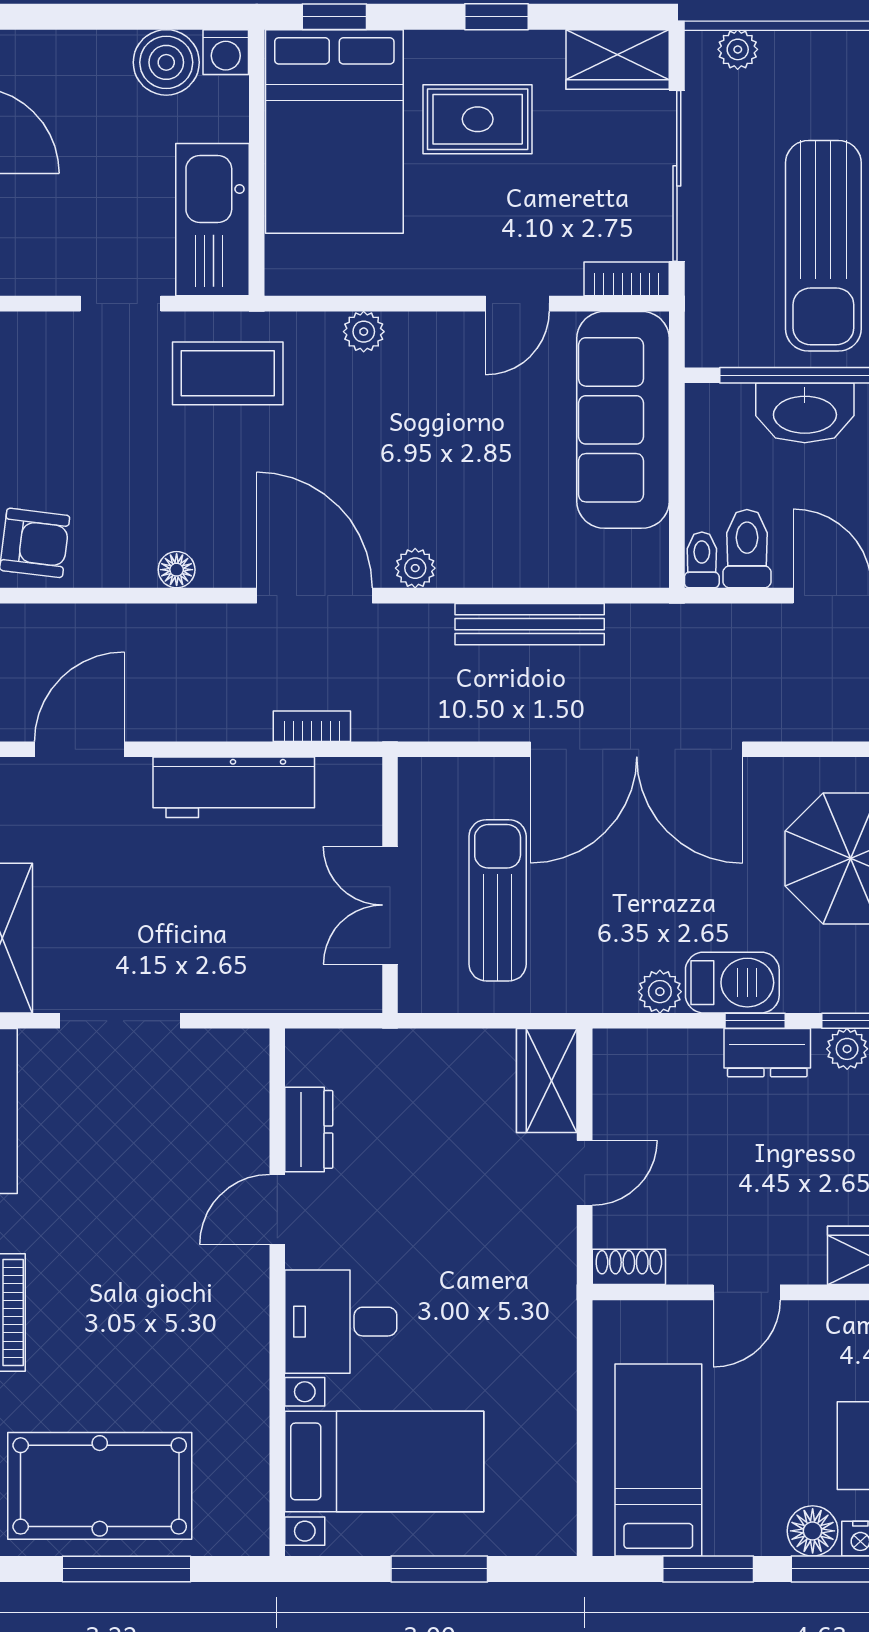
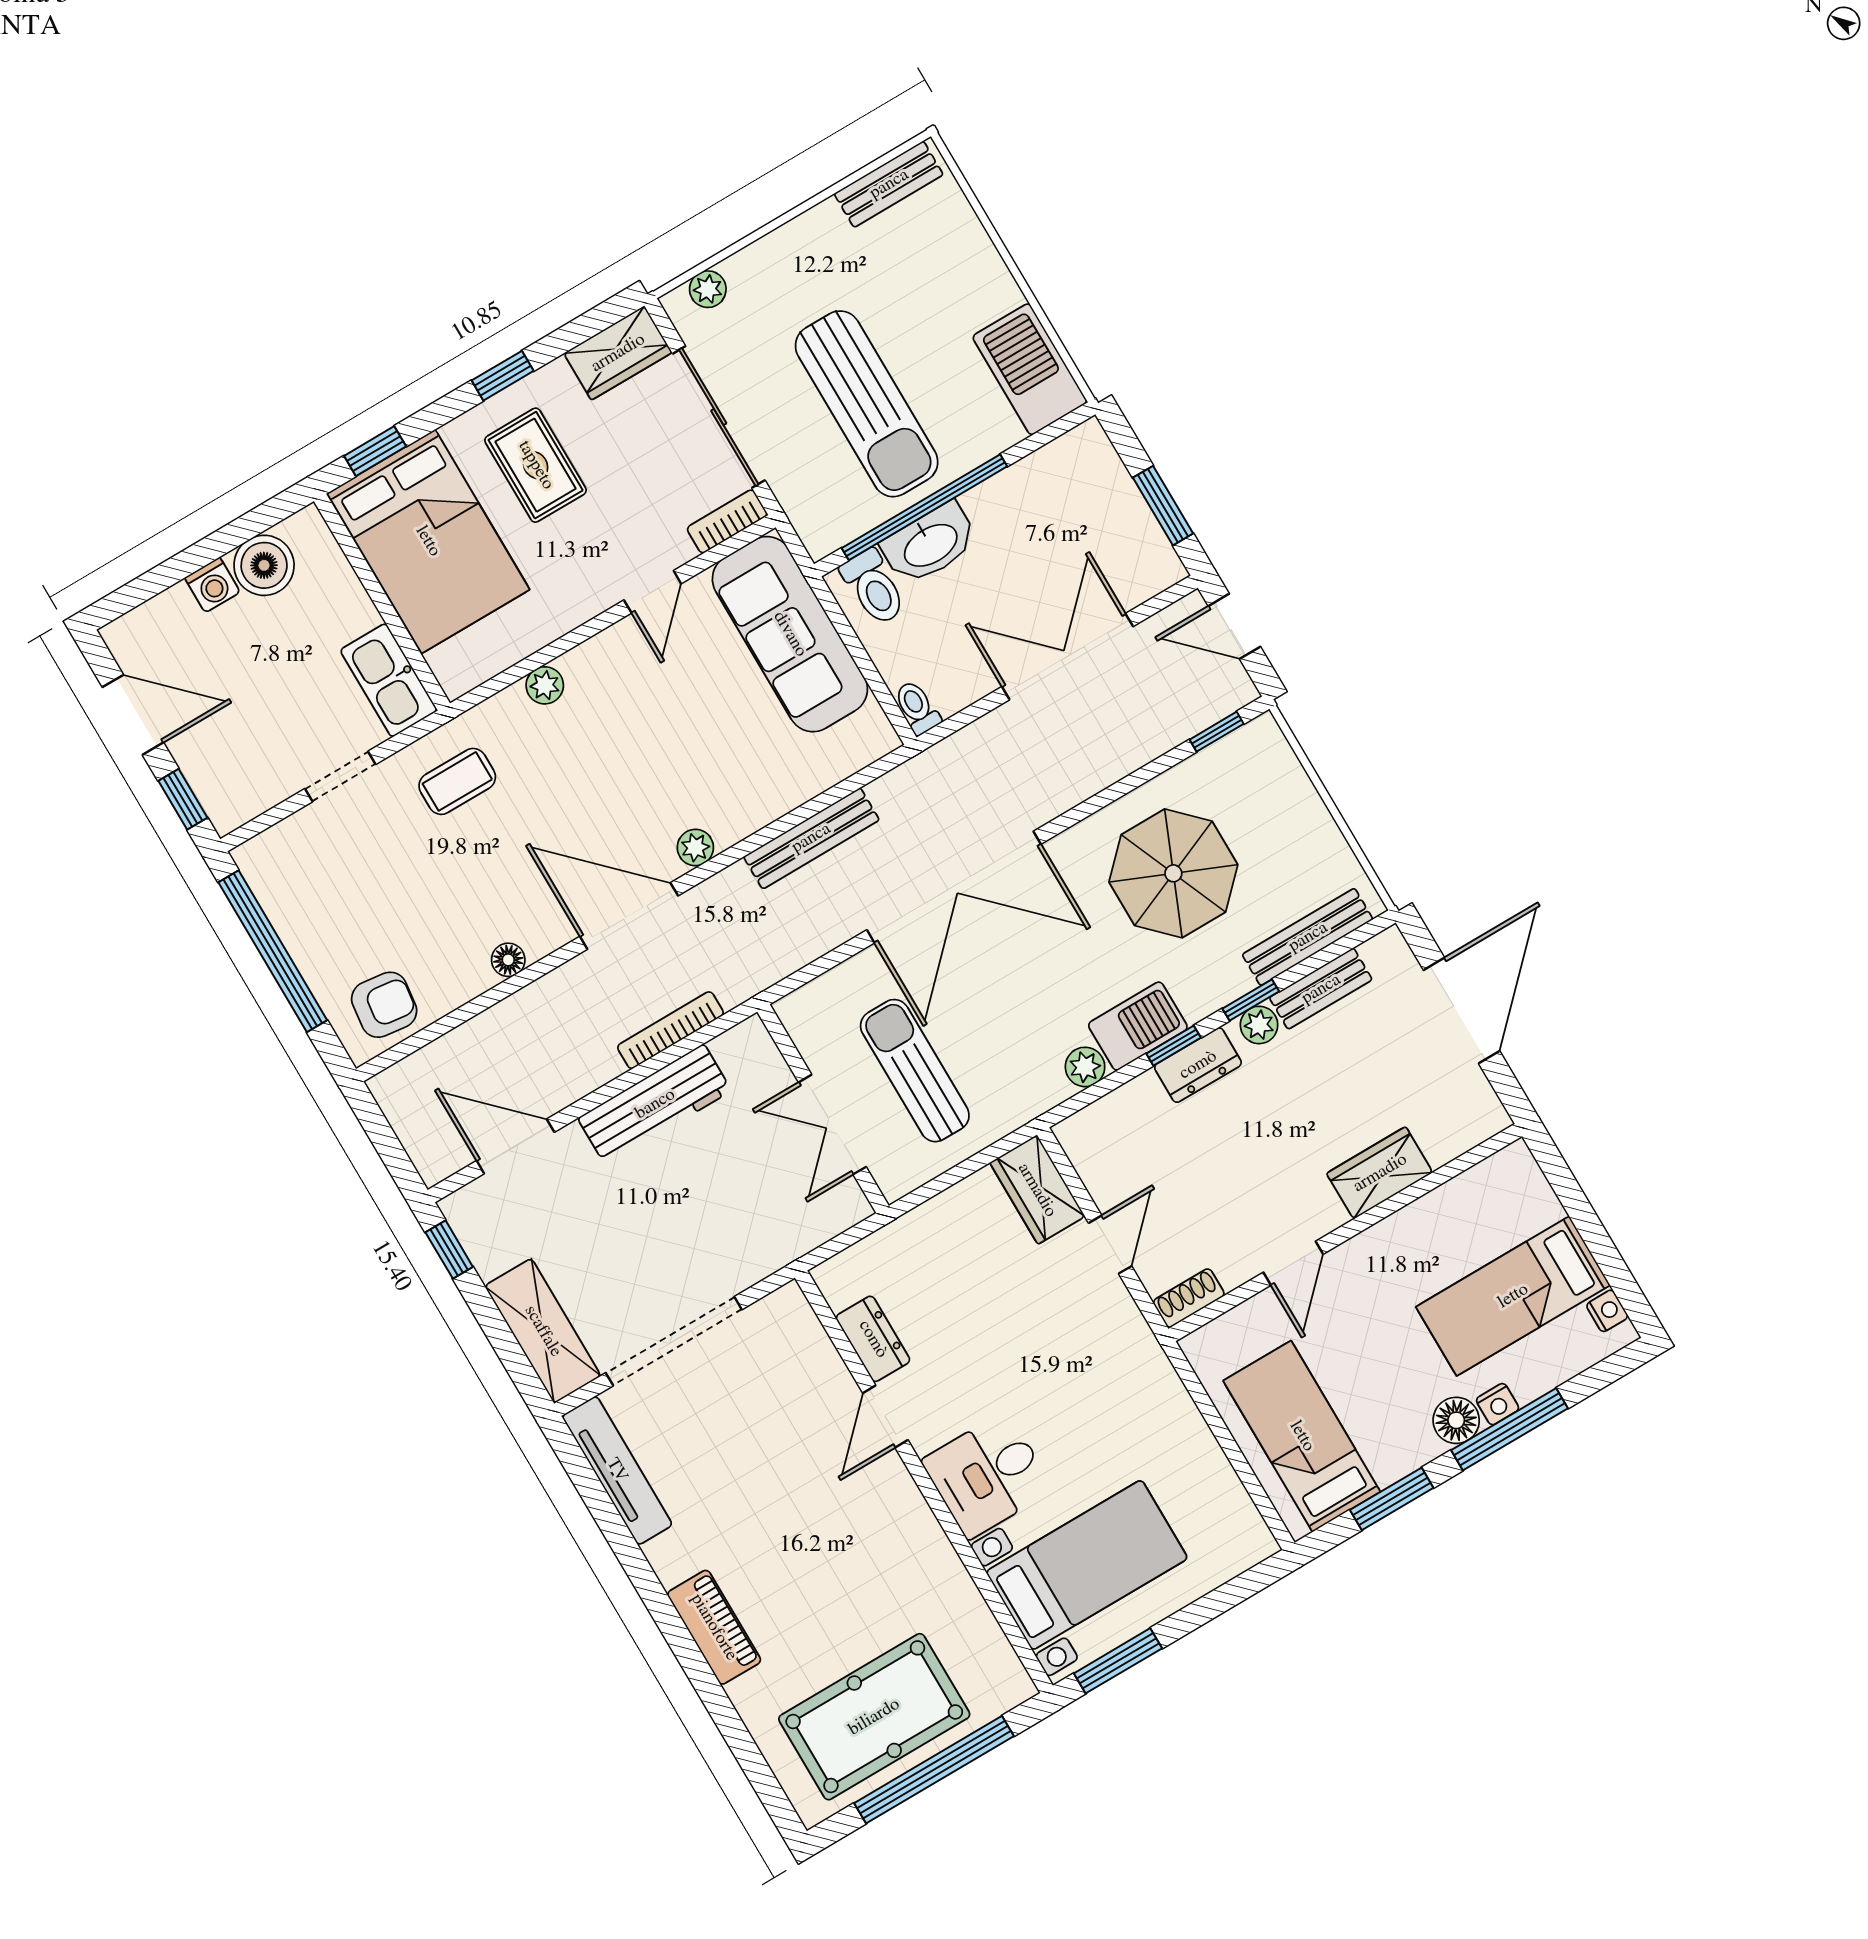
washing machine: (226, 52) -> (212, 585), moved
rug: (478, 119) -> (536, 465), turned 90
kitchen sink: (212, 220) -> (389, 680), width x0.73, depth x0.81
coffee table: (228, 373) -> (457, 781), width x0.73, depth x0.77
toilet: (747, 549) -> (874, 587), moved, turned 180
bookcase: (312, 726) -> (670, 1030), width x1.56
door: (79, 749) -> (515, 1146), hinge flipped
doorway: (120, 1021) -> (674, 1341), width x1.36
window: (127, 1569) -> (934, 1770), width x1.46
window: (439, 1569) -> (1118, 1661), moved

